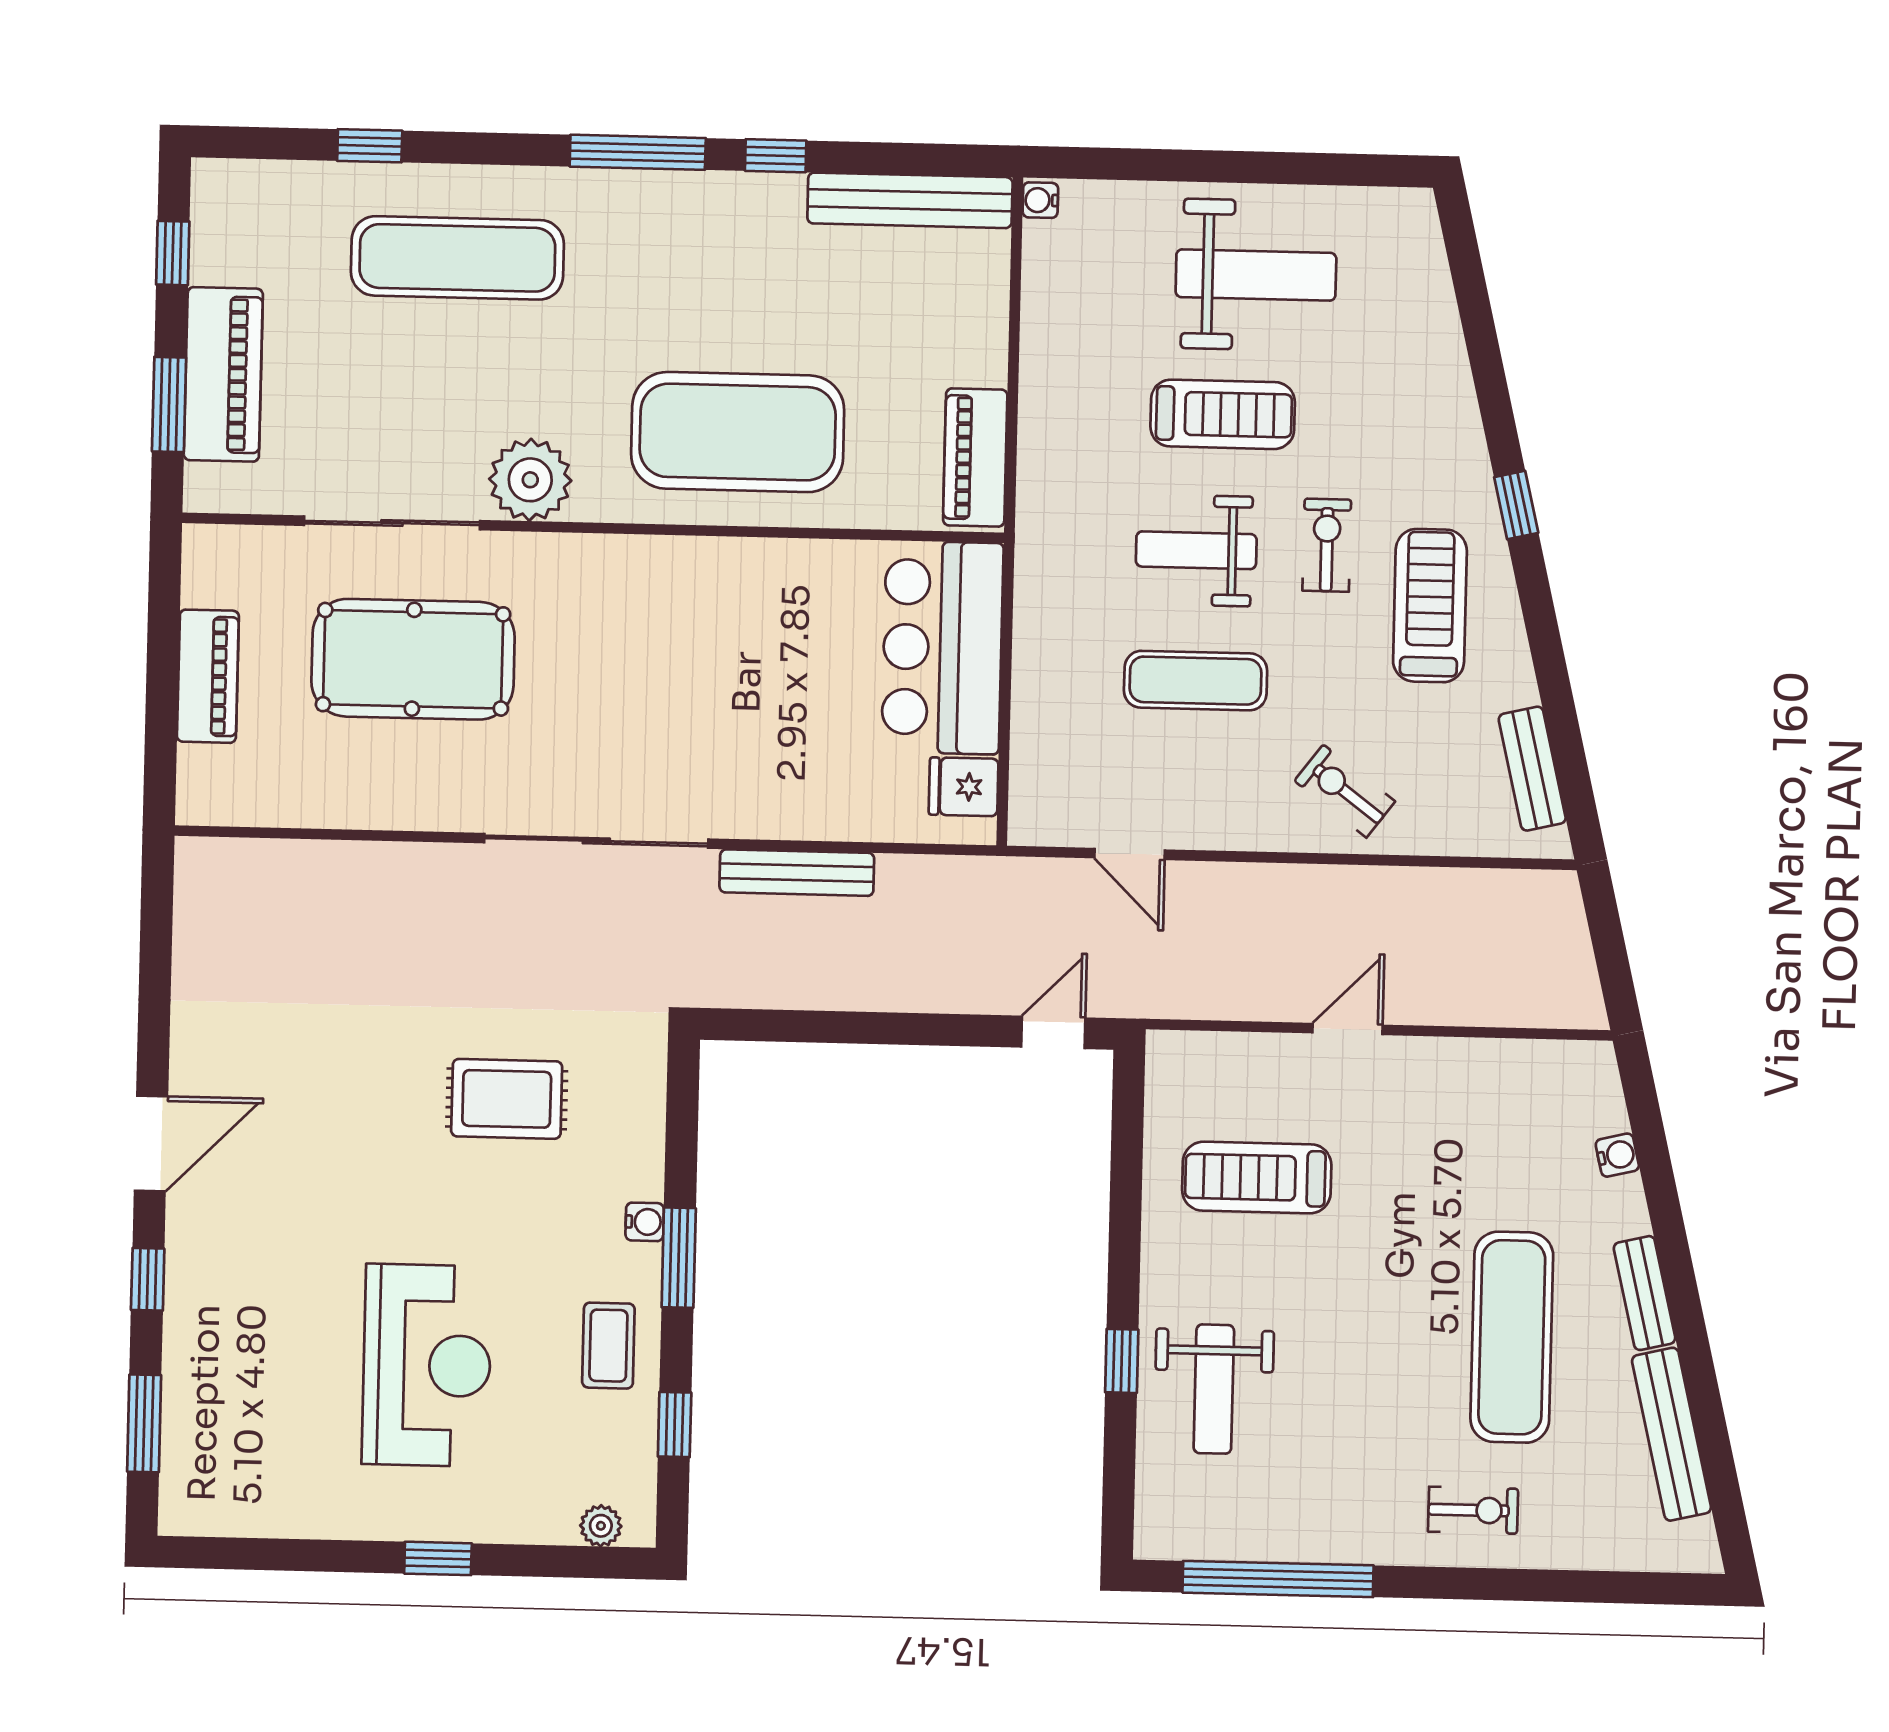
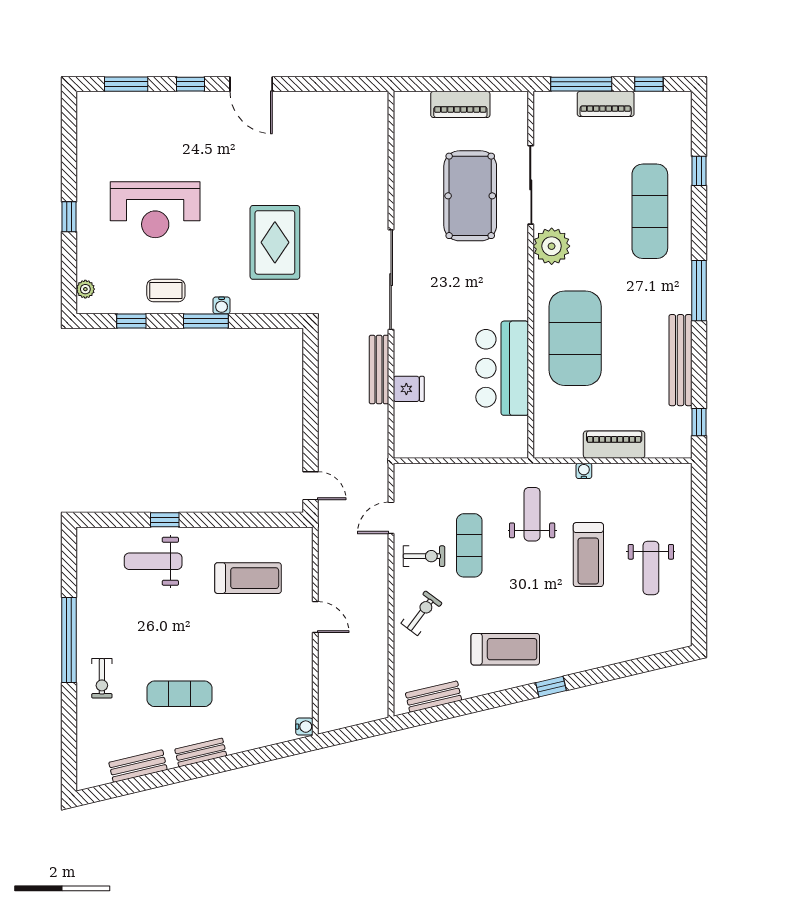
window: (776, 156) -> (699, 422), moved
bench: (910, 200) -> (680, 360), moved
water cooler: (1040, 200) -> (584, 471), moved
weight bench: (1256, 275) -> (651, 568), width x0.73, depth x0.75
piano: (223, 374) -> (606, 104), width x0.73, depth x0.75
window: (169, 404) -> (581, 84), width x1.44
piano: (975, 457) -> (614, 445), moved
exercise bike: (1327, 545) -> (424, 556), moved
weight bench: (1196, 550) -> (532, 514), moved
bar counter: (942, 647) -> (502, 368), moved, turned -90
fridge: (964, 787) -> (409, 389), moved, turned 90
rug: (507, 1099) -> (275, 242), width x1.36, depth x1.43
water cooler: (1617, 1155) -> (304, 727), moved, turned -77
treadmill: (1257, 1177) -> (248, 578), turned 90
exercise mat: (1512, 1337) -> (180, 694), width x0.73, depth x0.69
bench: (1672, 1434) -> (138, 766), width x0.73
window: (1278, 1579) -> (69, 640), moved

